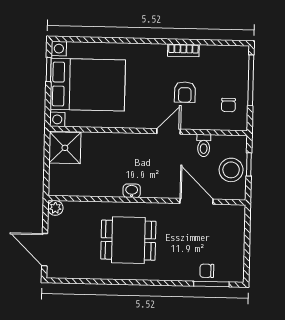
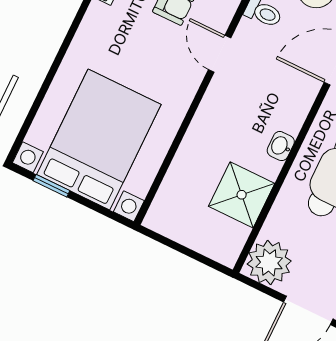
shower: (65, 148) -> (242, 195), moved
plant: (55, 208) -> (269, 263), width x1.87, depth x1.87

